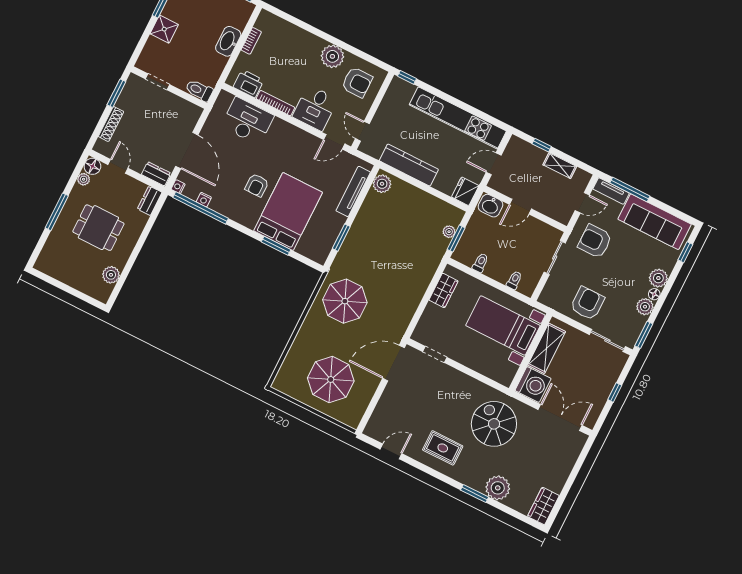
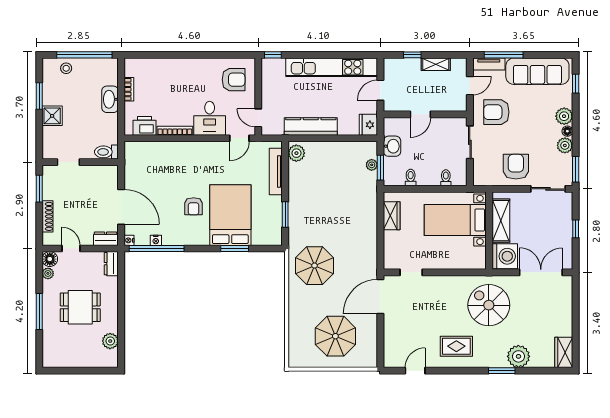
plant: (332, 56) -> (202, 68), removed
desk: (248, 121) -> (159, 157), removed
washbasin: (491, 206) -> (392, 146), moved, turned -90

